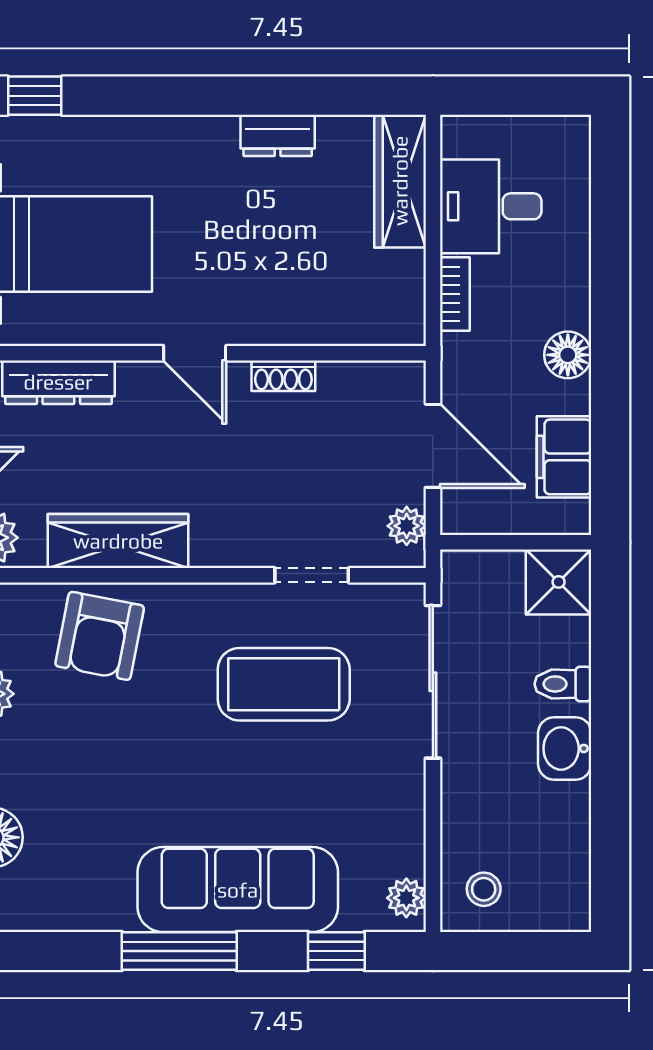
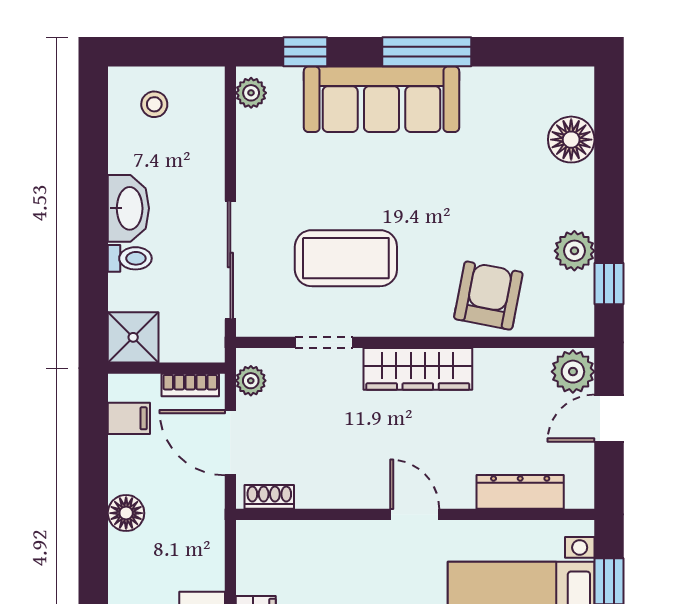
bookcase: (455, 294) -> (190, 385), moved, turned -90
shoe rack: (283, 376) -> (269, 497), moved
filing cabinet: (564, 457) -> (129, 418), width x0.50
wardrobe: (118, 541) -> (418, 369), moved
washbasin: (565, 748) -> (128, 208), width x1.38
stool: (484, 889) -> (154, 104), moved

